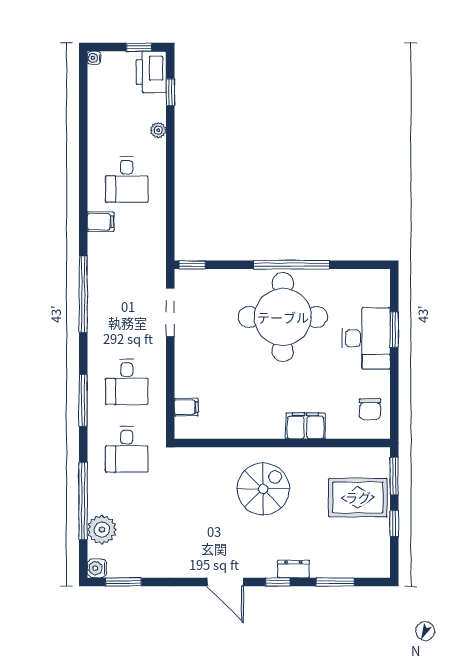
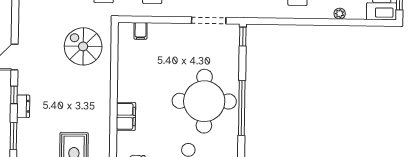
window: (170, 92) -> (367, 23), removed
spiral stairs: (263, 489) -> (83, 46), moved, turned 180

